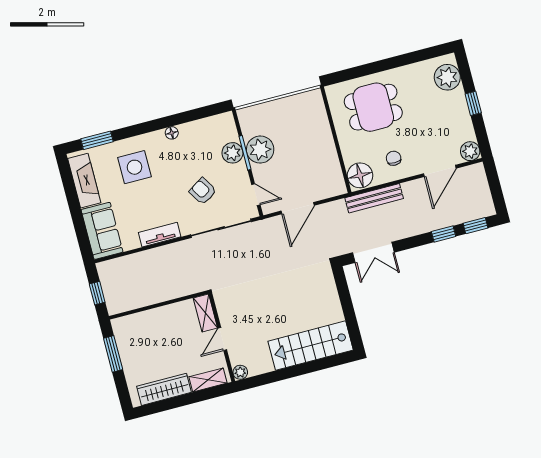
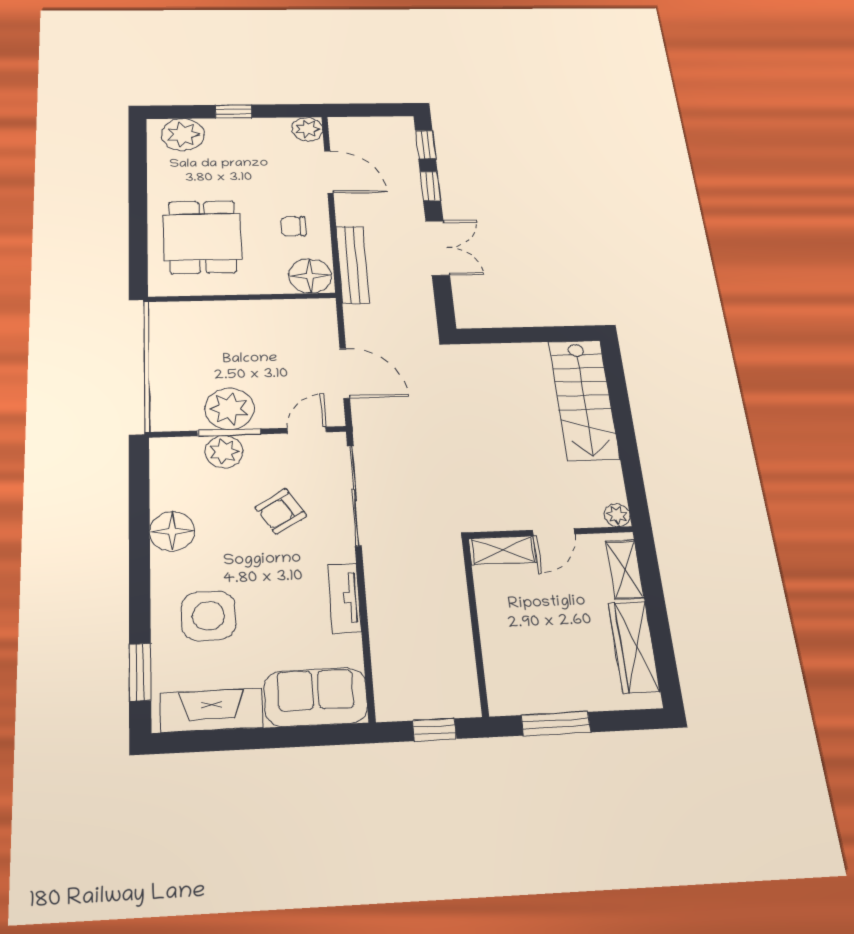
floor lamp: (172, 133) -> (172, 531), width x1.89, depth x1.89
double door: (373, 252) -> (438, 248), moved
door: (222, 339) -> (554, 532), hinge flipped

